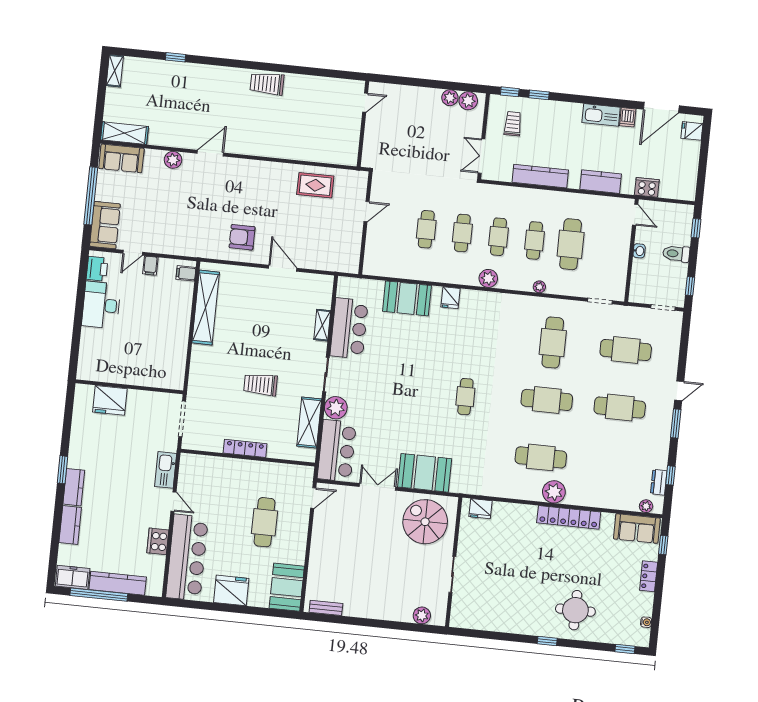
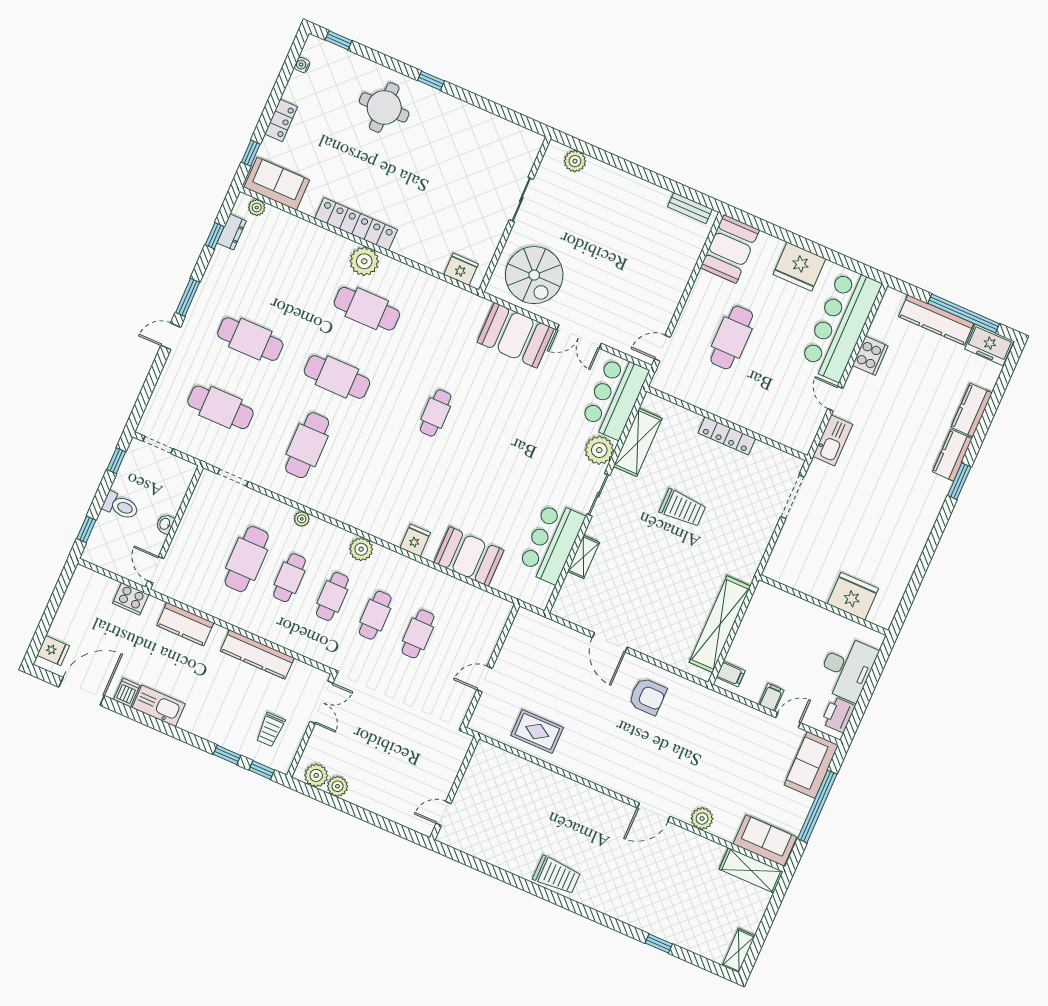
wall: (129, 387) -> (824, 605), moved
fridge: (110, 400) -> (853, 596), moved

